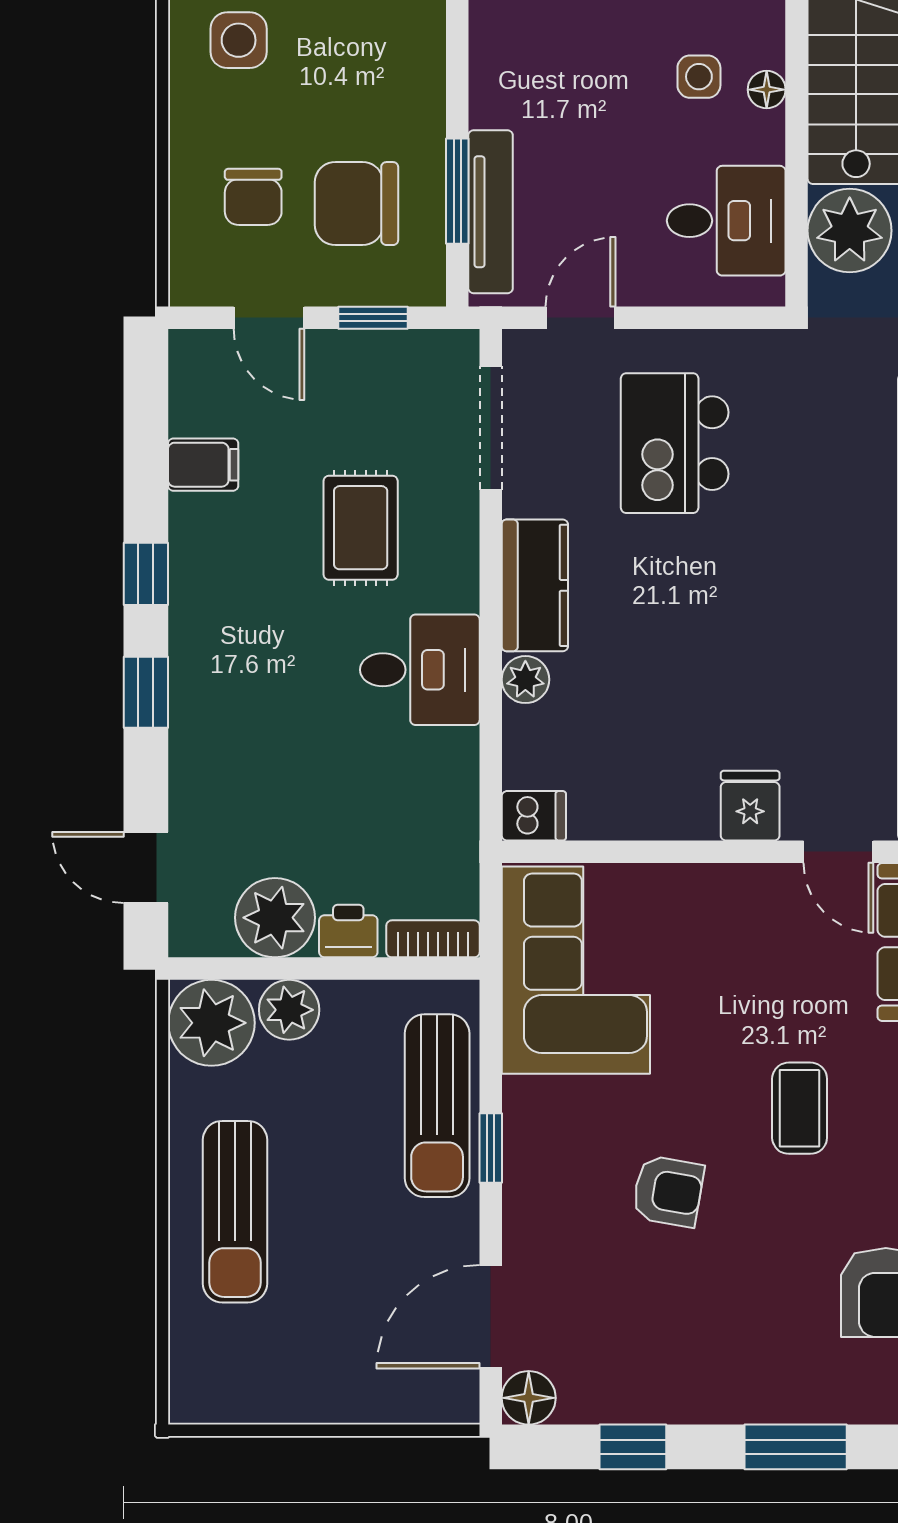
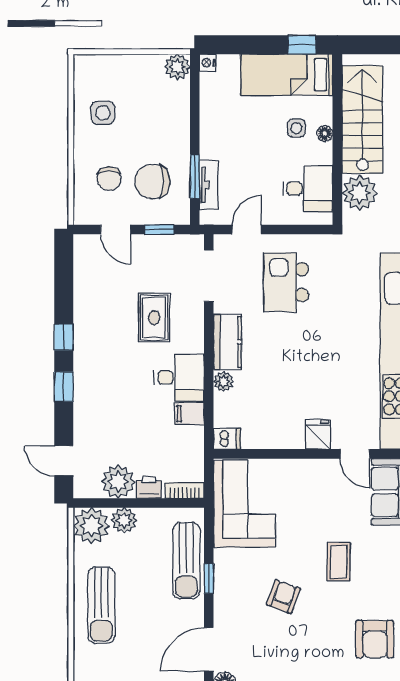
tv unit: (491, 212) -> (209, 185), width x0.71
filing cabinet: (203, 465) -> (189, 414), moved, turned 180
armchair: (668, 1191) -> (283, 597), turned -80

